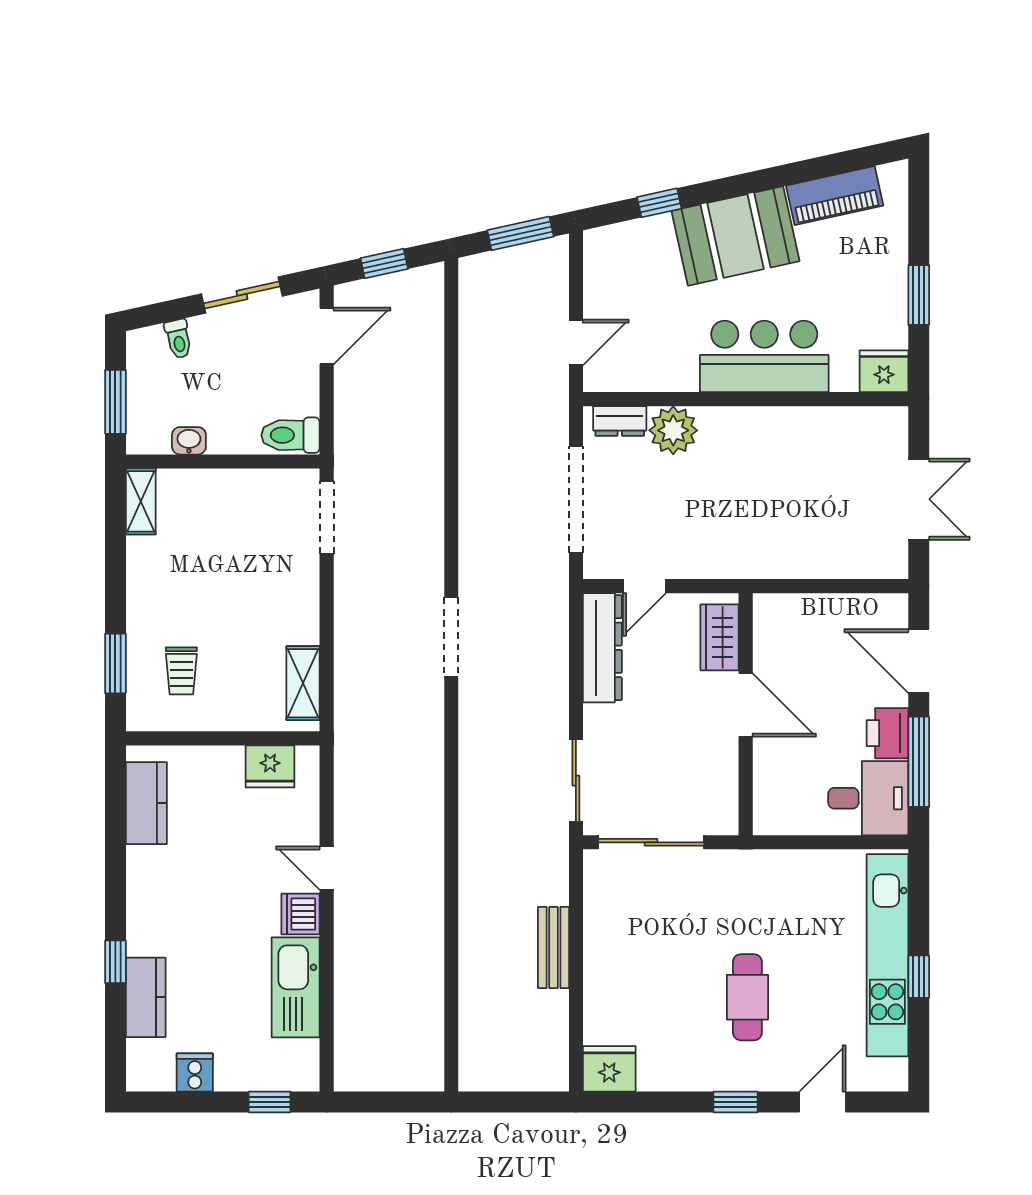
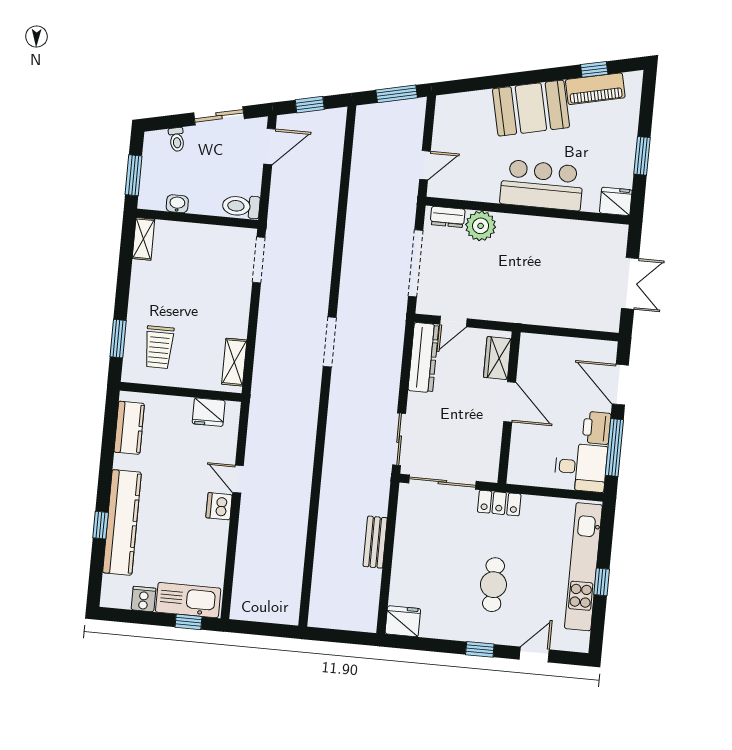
window: (659, 203) -> (594, 69), moved
trolley: (181, 671) -> (159, 347), width x1.36, depth x1.39
locker: (744, 867) -> (499, 503), added
kitchen sink: (296, 987) -> (188, 600), moved, turned 90
kitchen counter: (146, 997) -> (122, 522), width x2.08, depth x1.17

